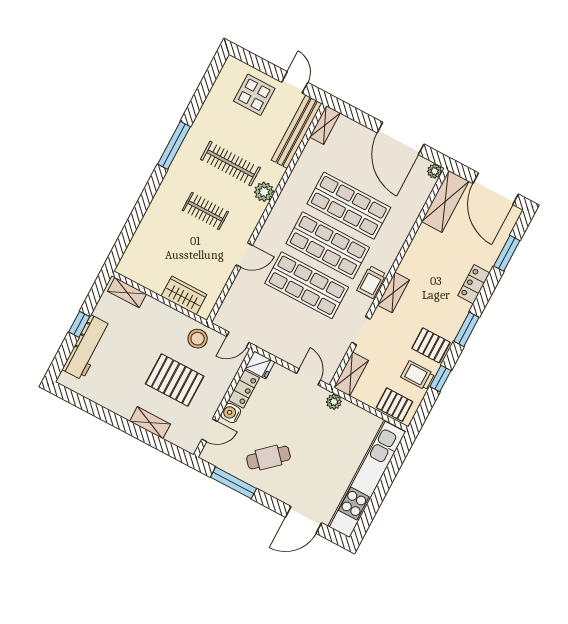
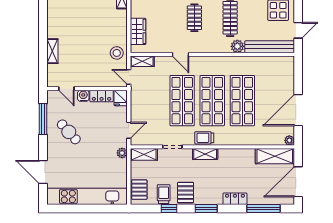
shelving: (325, 125) -> (142, 61), moved
plant: (264, 192) -> (237, 46), moved
window: (507, 253) -> (264, 209), width x1.44
pallet: (175, 380) -> (85, 52), removed

